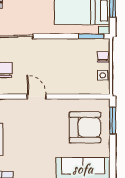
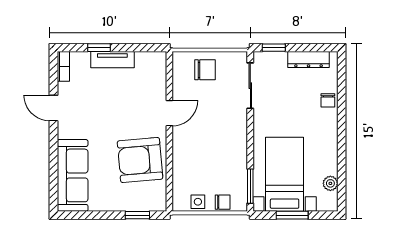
window: (113, 120) -> (137, 215), width x0.67
armchair: (85, 127) -> (140, 160), moved, turned 85

